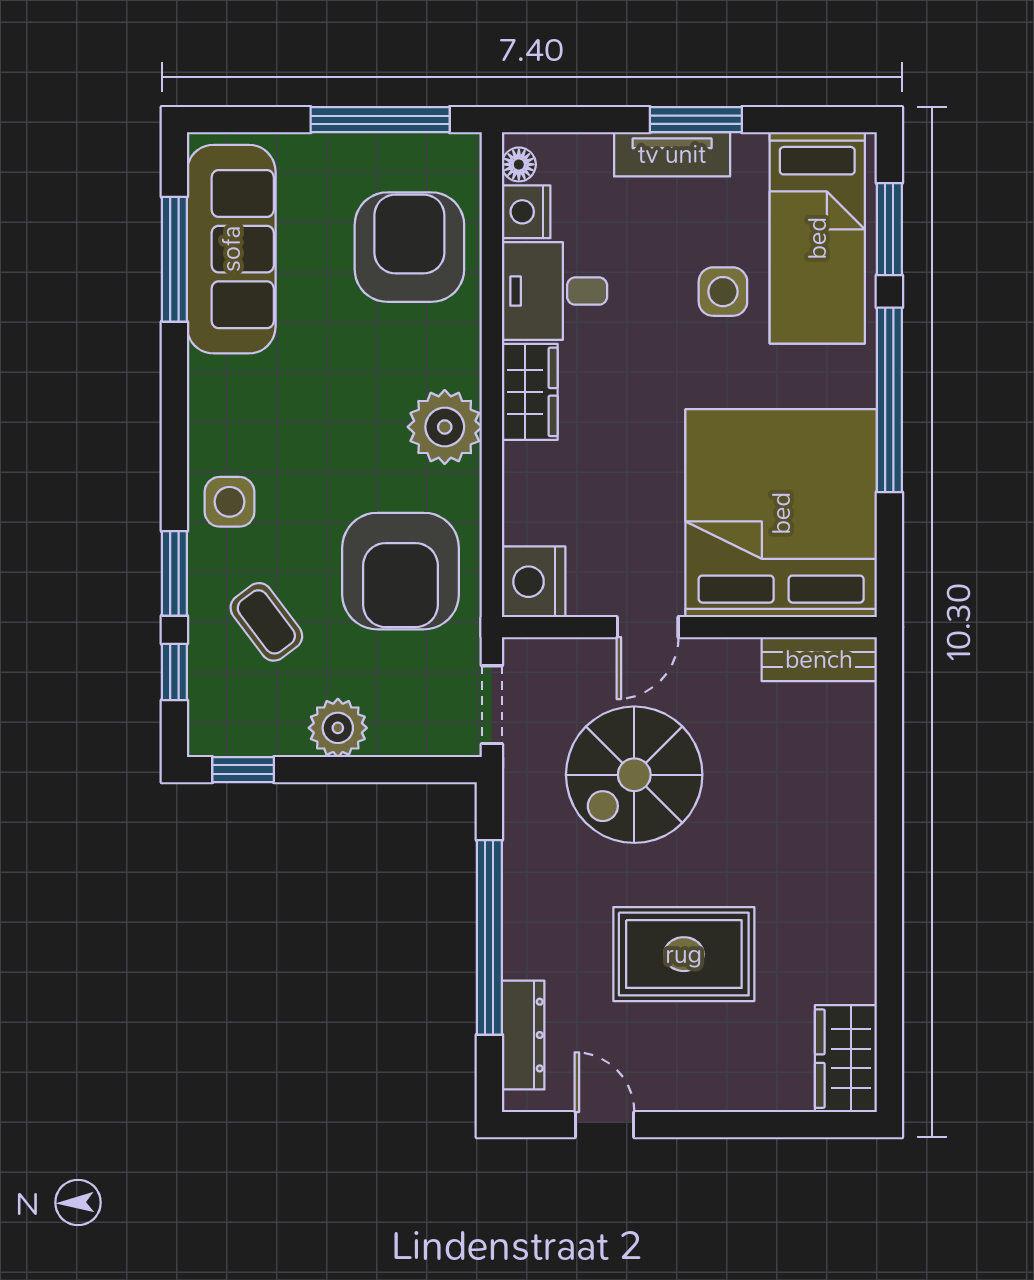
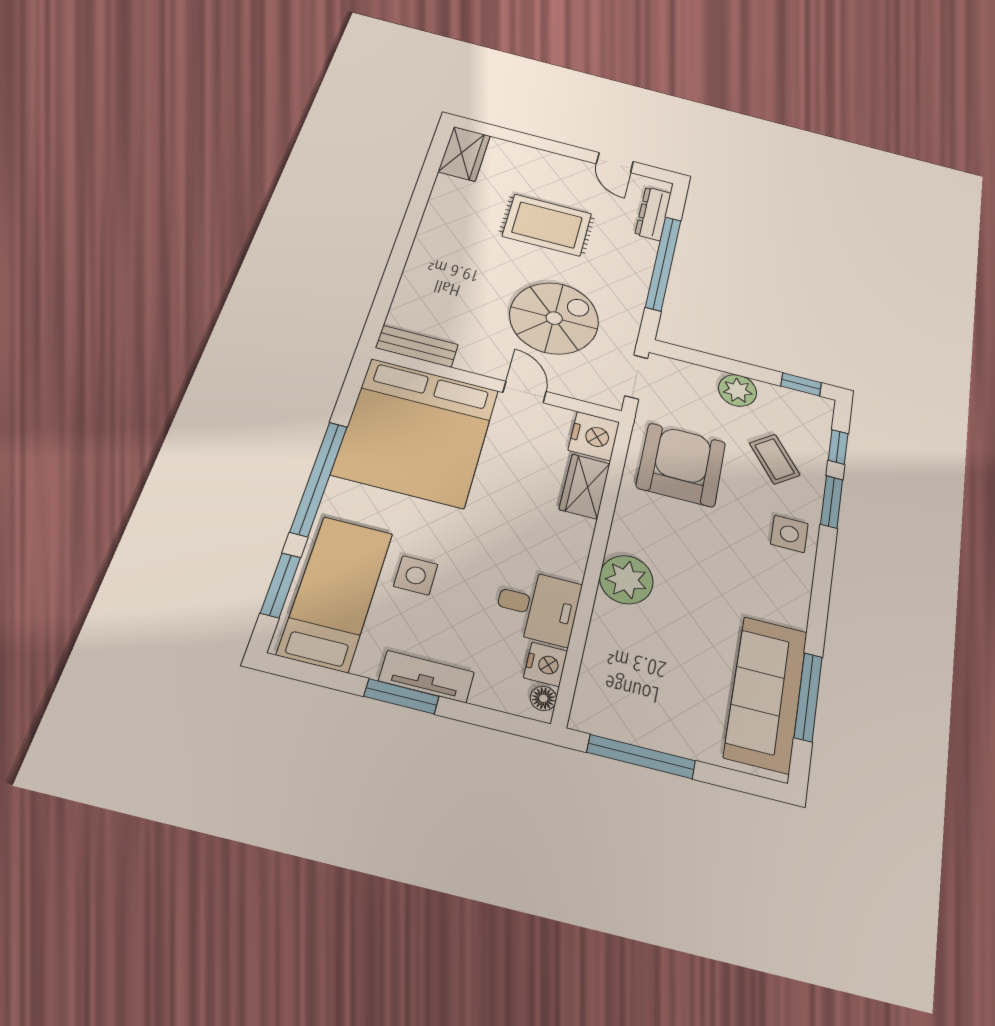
armchair: (409, 247) -> (636, 662), removed
wardrobe: (530, 392) -> (585, 486), moved
plant: (445, 427) -> (626, 580), moved
door: (648, 627) -> (525, 392), hinge flipped

